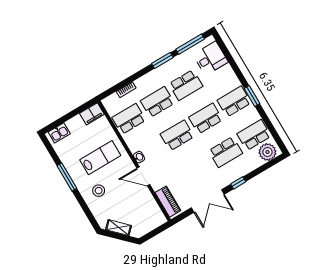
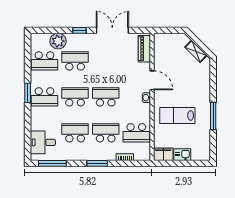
window: (162, 61) -> (97, 163), moved
school desk: (157, 102) -> (106, 133), turned 180
school desk: (206, 118) -> (75, 97), turned 180
kitchen sink: (59, 133) -> (182, 155), moved
school desk: (177, 135) -> (106, 97), turned 180
plant: (267, 152) -> (58, 41), moved
stool: (99, 191) -> (194, 90), removed

